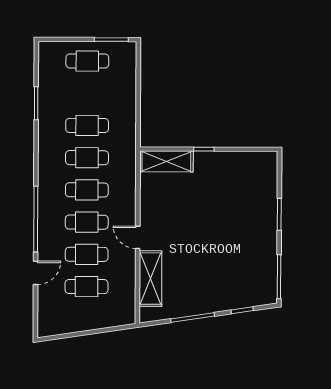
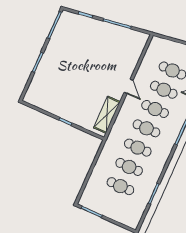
cafe table: (87, 61) -> (120, 186), moved
shelving: (166, 161) -> (107, 115), moved, turned 90
shelving: (150, 279) -> (132, 58), removed

